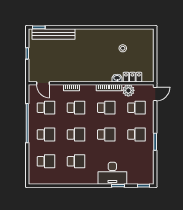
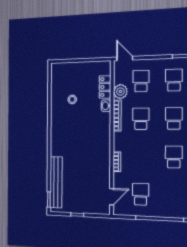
school desk: (76, 108) -> (141, 156), removed
school desk: (46, 134) -> (174, 195), removed

